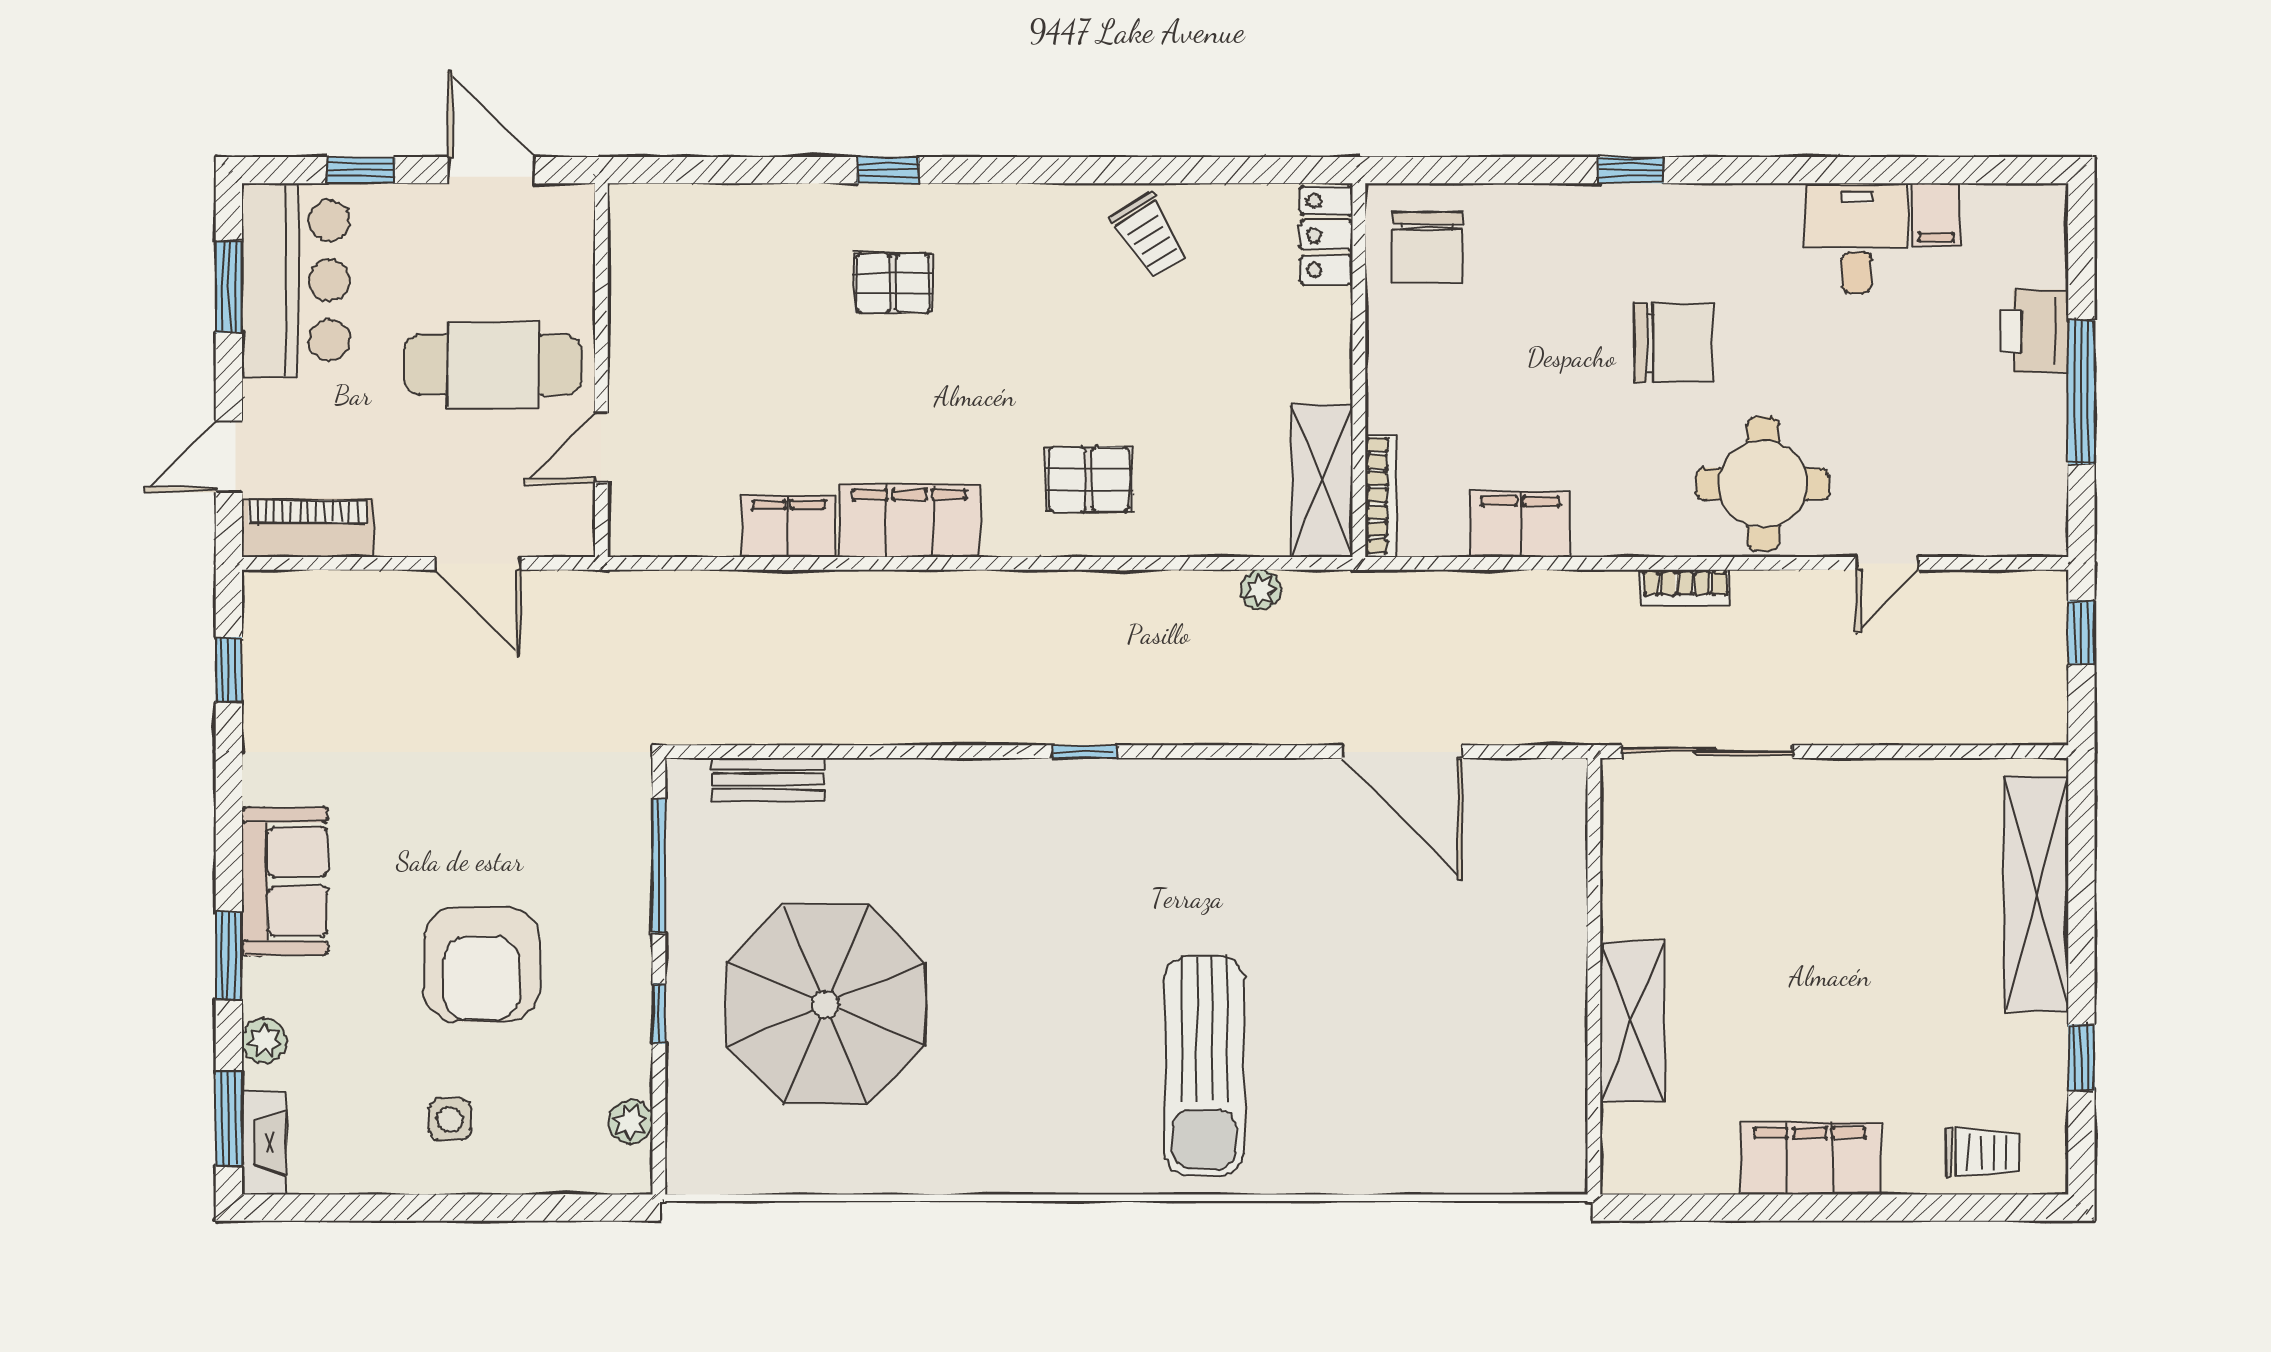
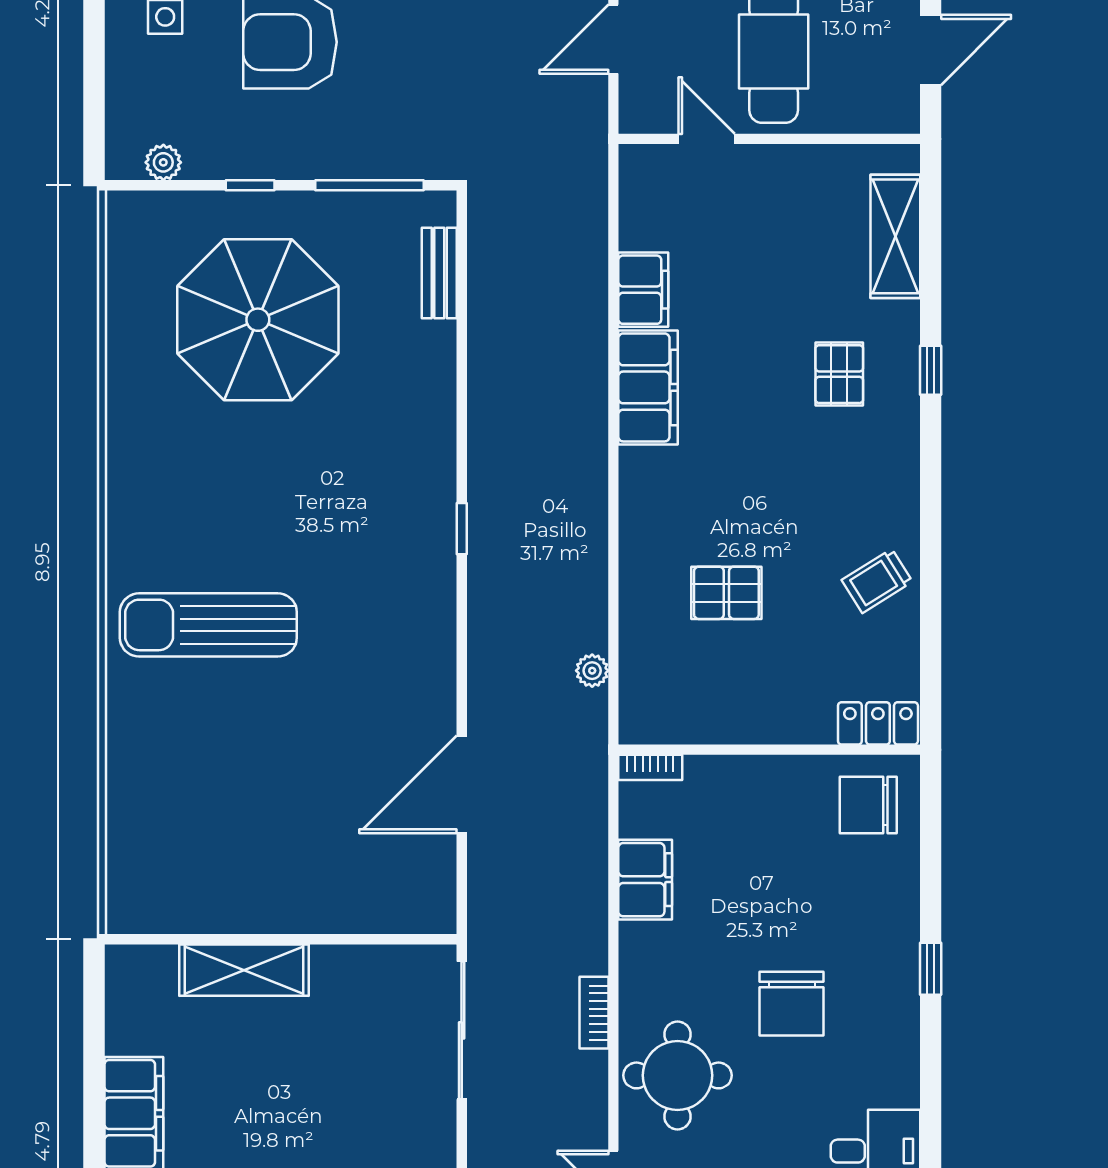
pallet: (1089, 479) -> (726, 593), moved, turned 90
shelving: (1322, 481) -> (895, 236), moved, turned 90
bookcase: (1381, 496) -> (650, 767), width x0.64

